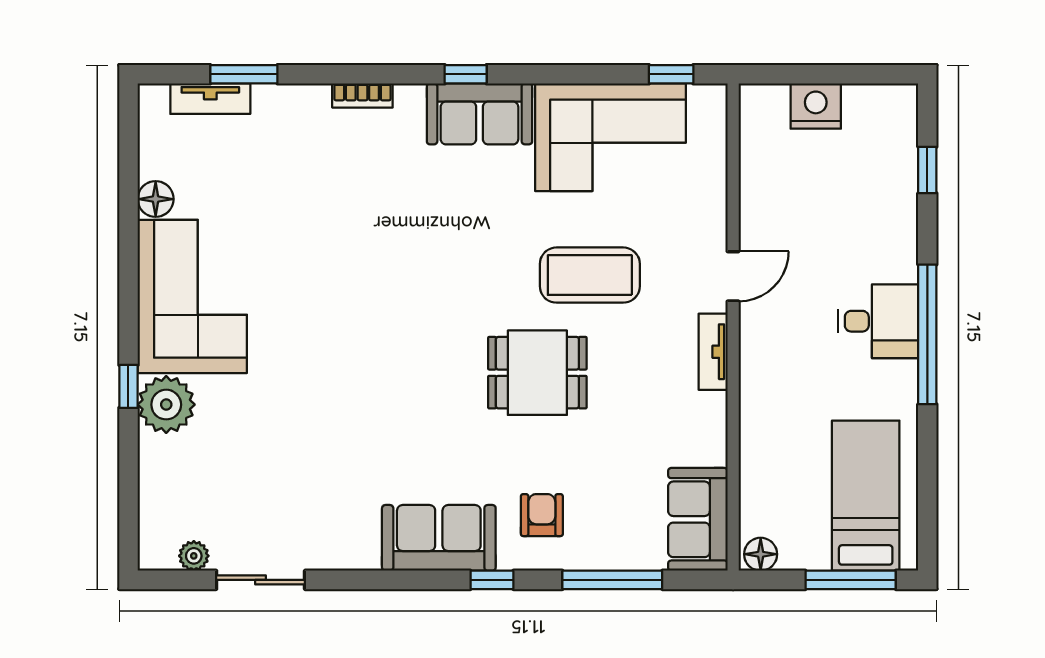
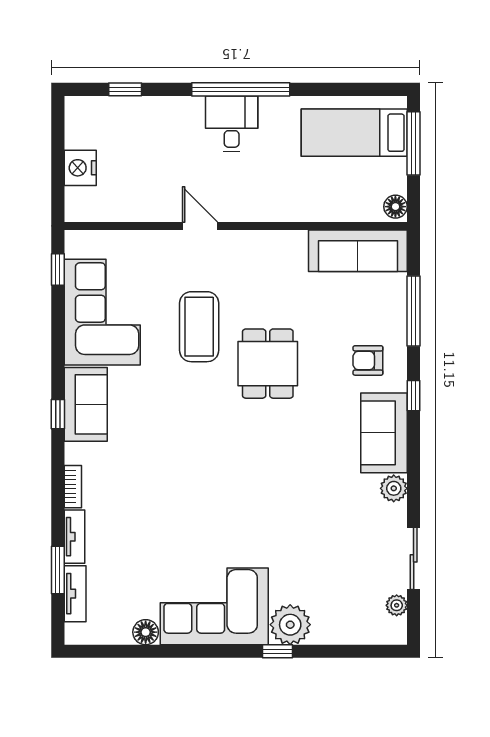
tv unit: (713, 352) -> (75, 537), moved, turned -90
sofa: (698, 519) -> (358, 251), width x1.36
plant: (360, 552) -> (394, 488), added

